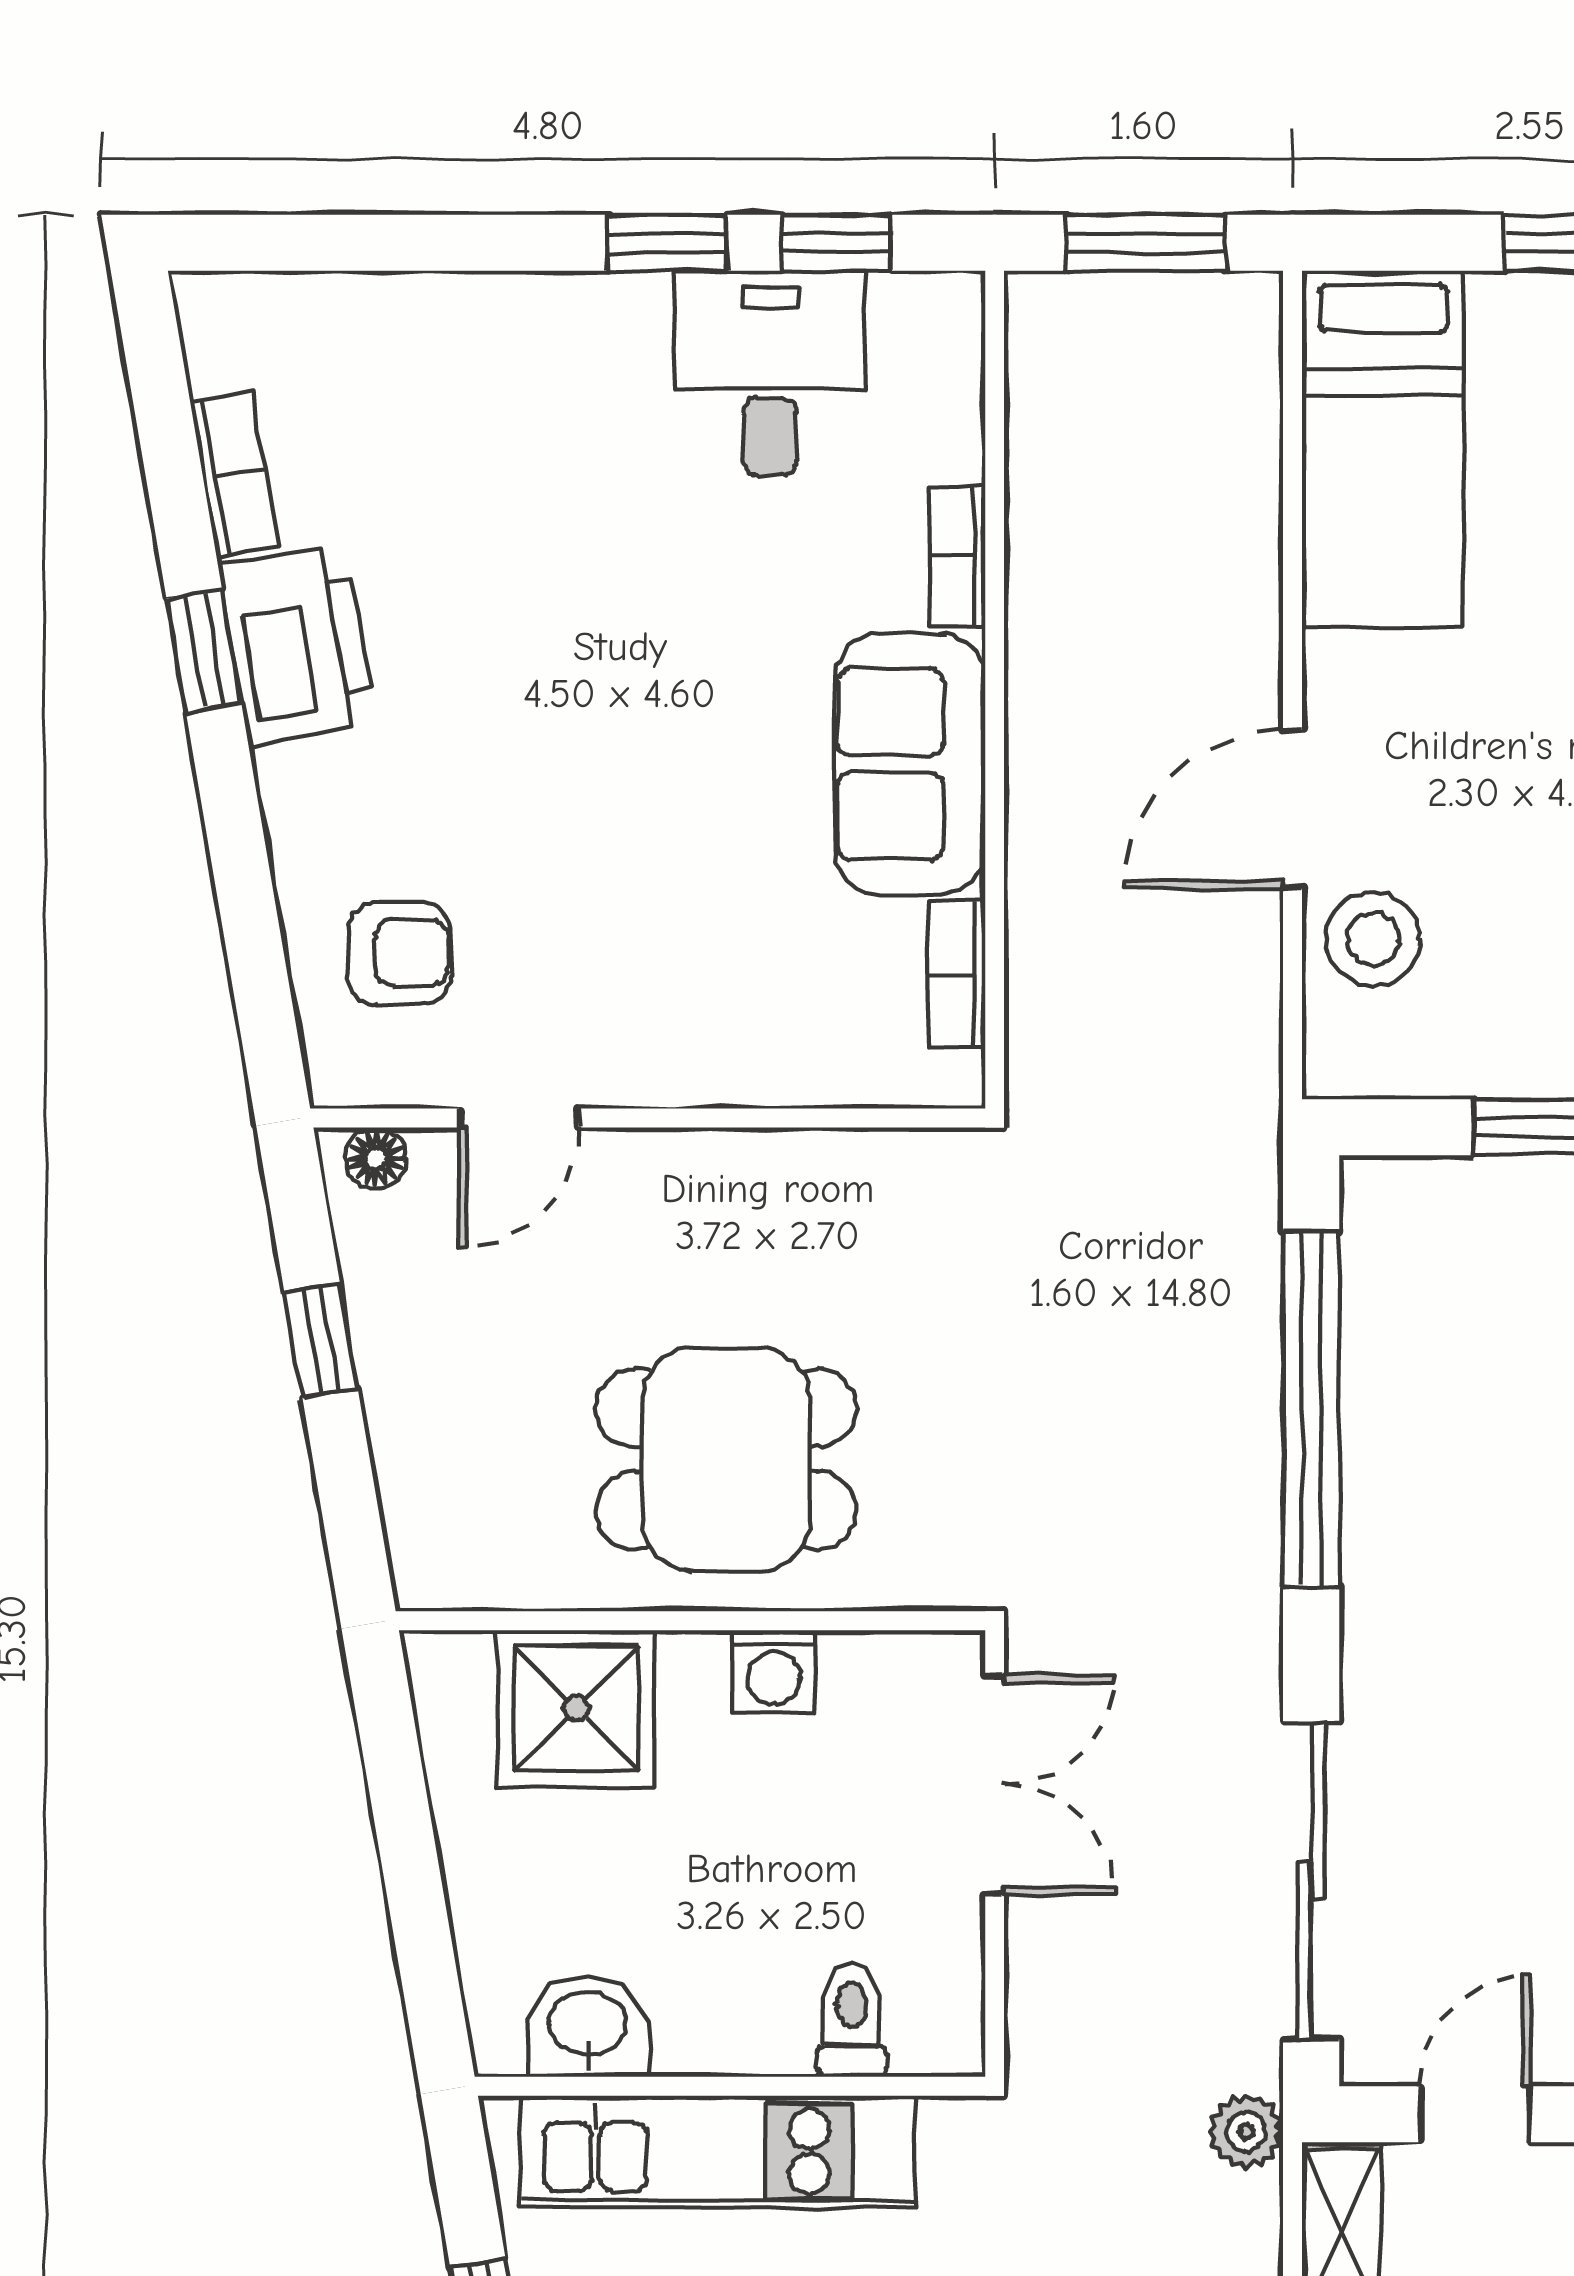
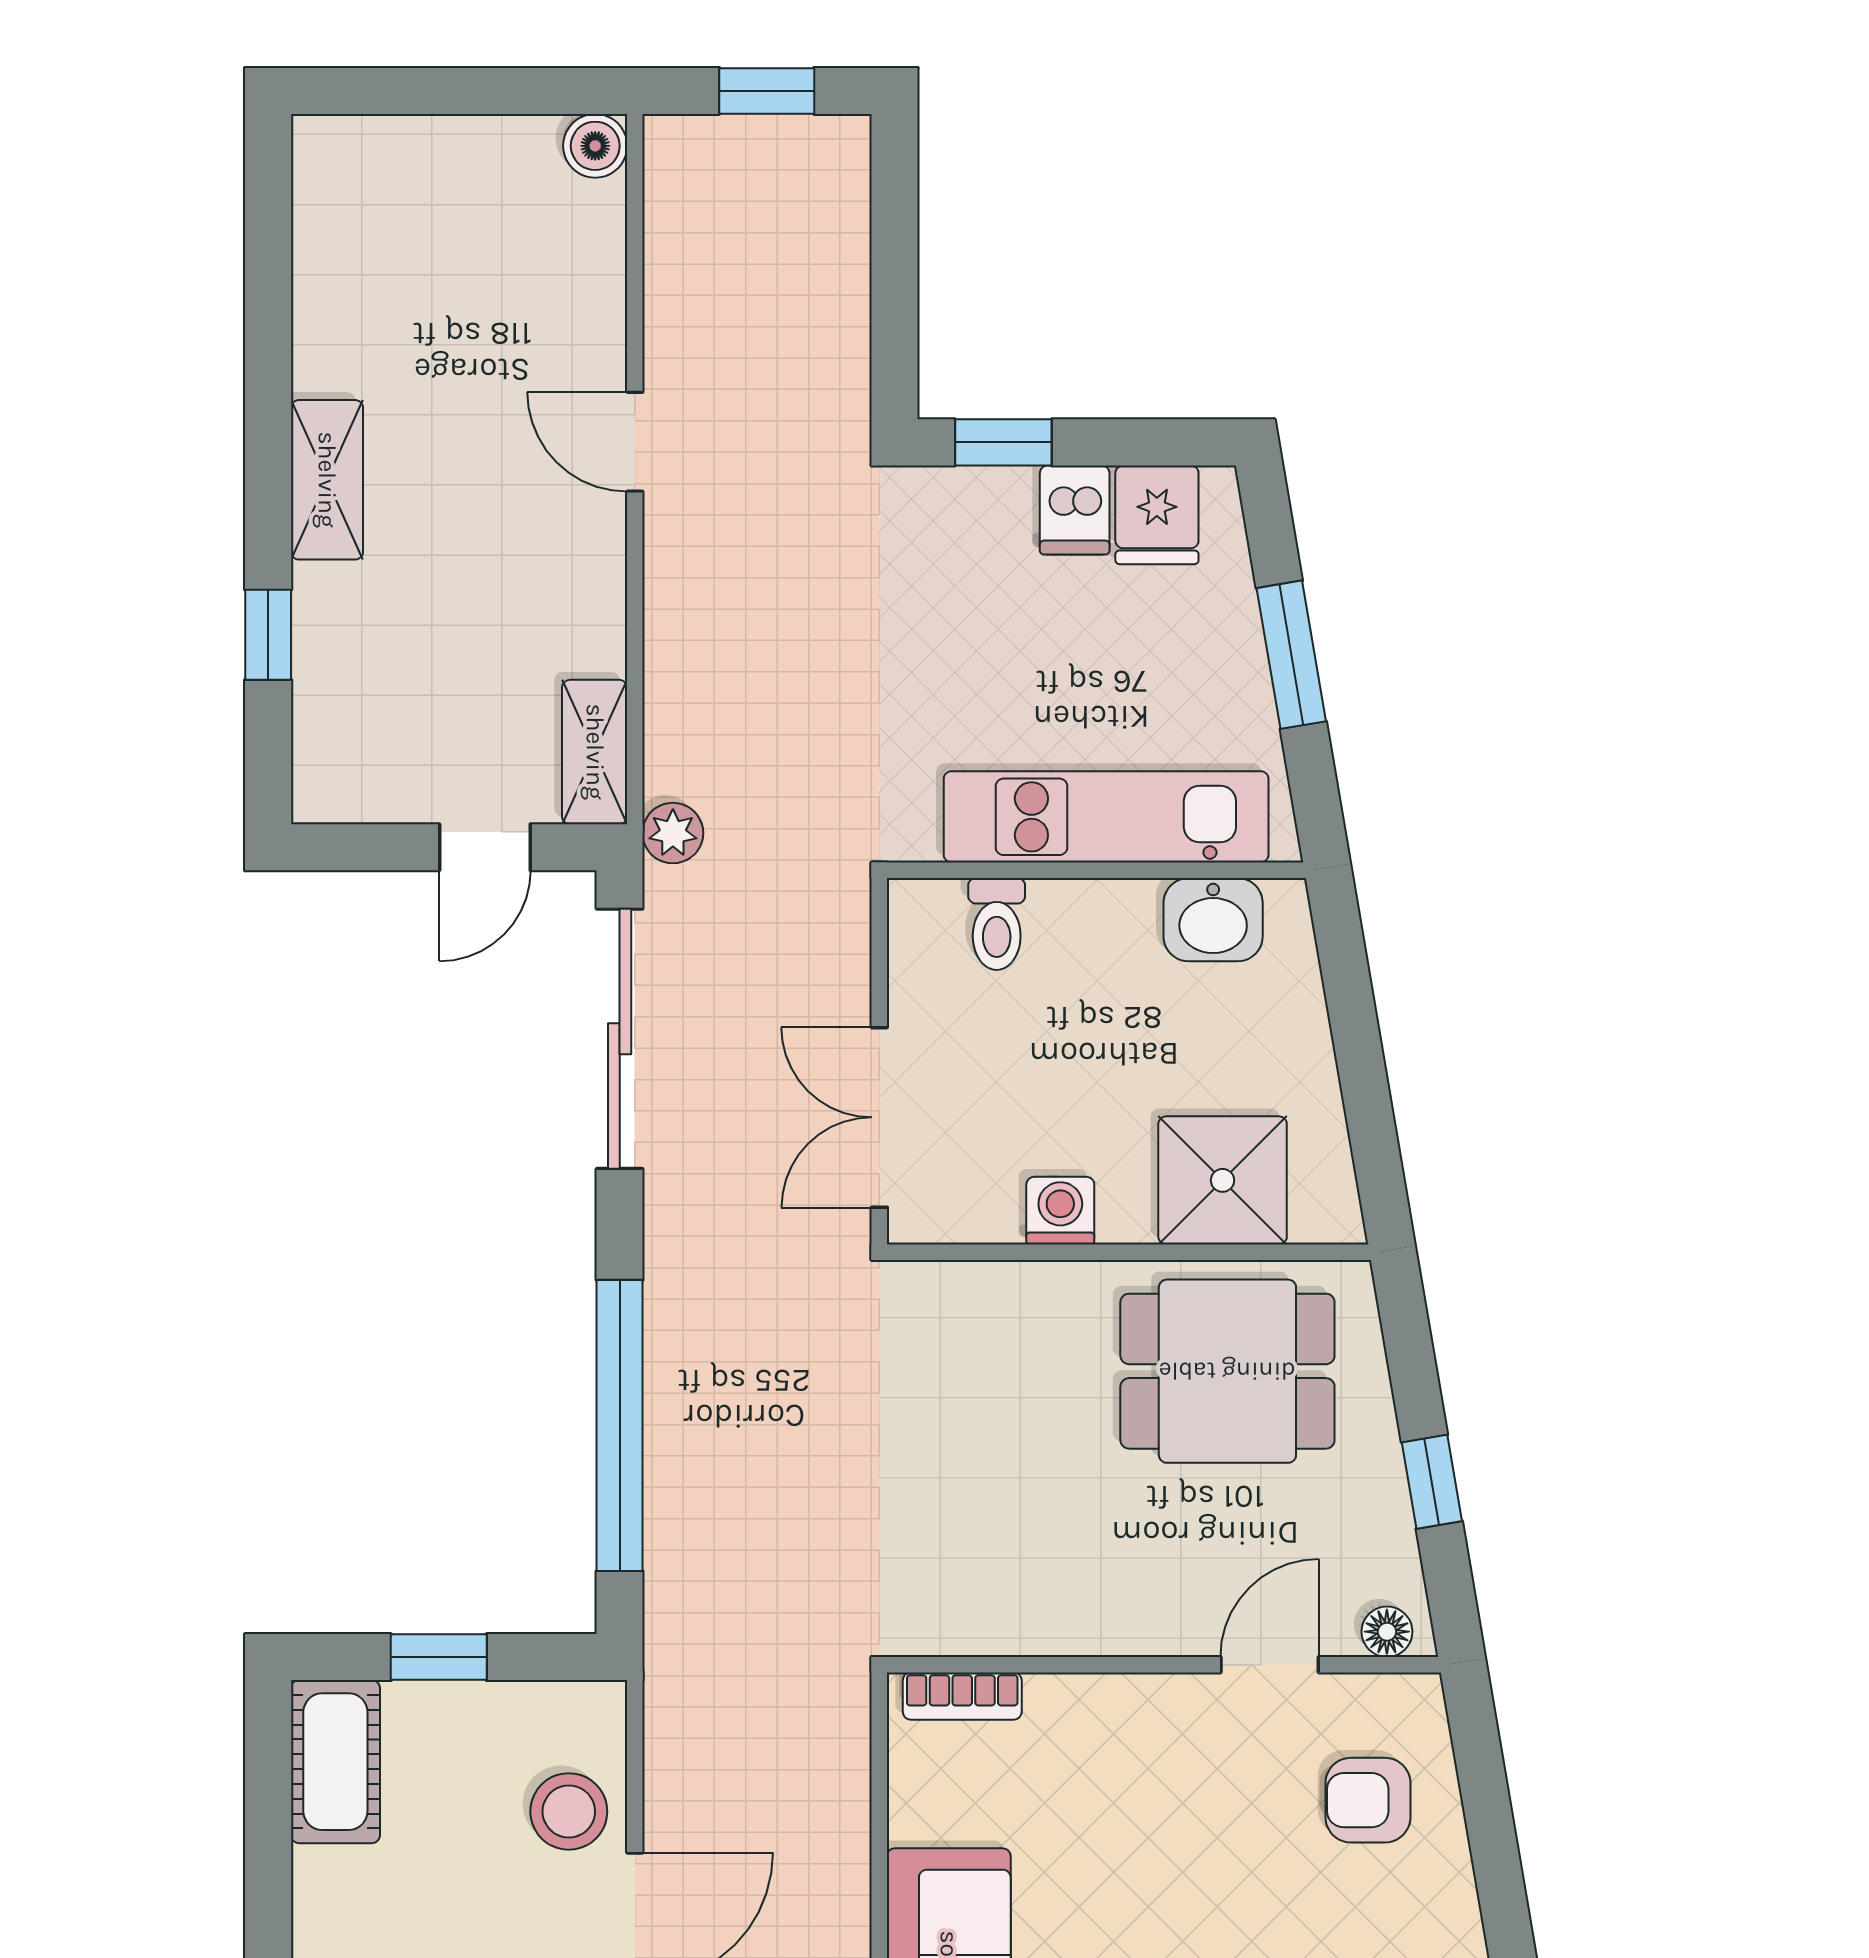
bookcase: (956, 974) -> (962, 1696), moved, turned 90
dining table: (726, 1459) -> (1227, 1371), moved

